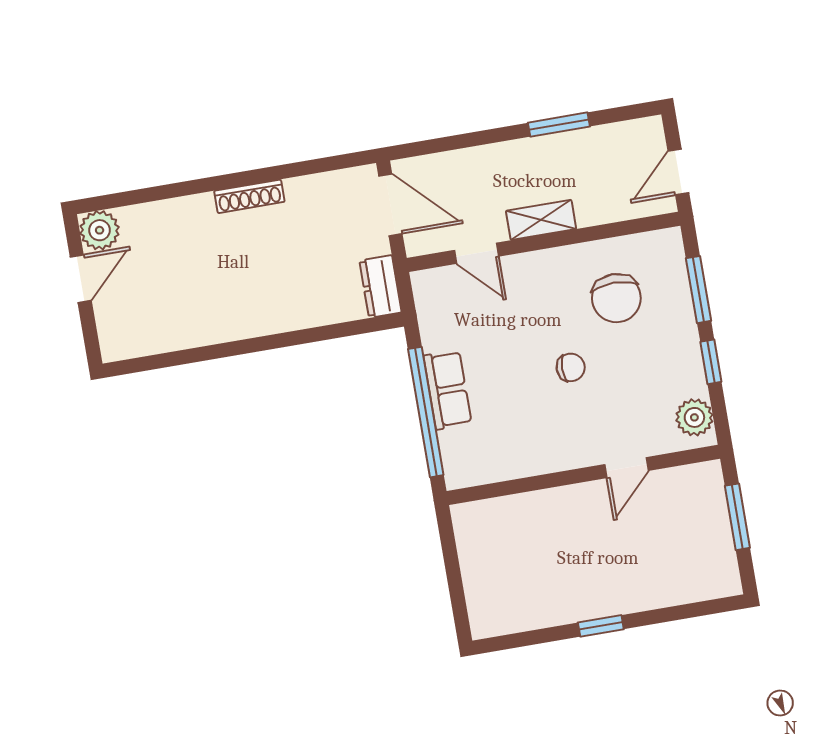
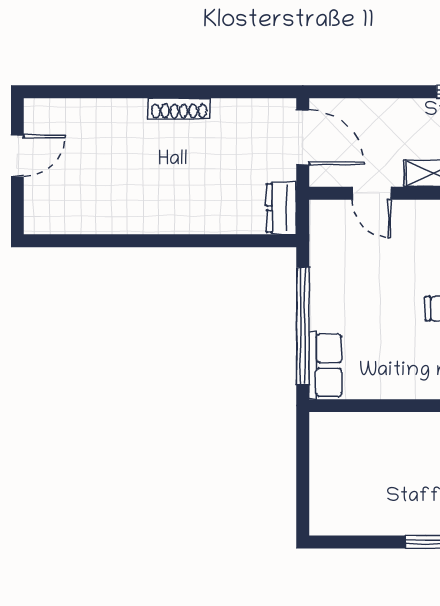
plant: (100, 230) -> (41, 116), removed
row of seats: (448, 390) -> (325, 365), moved

